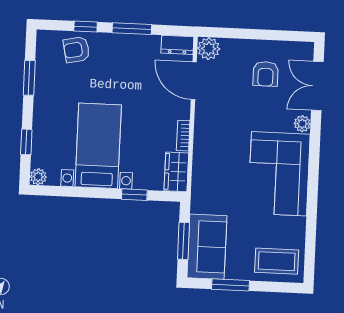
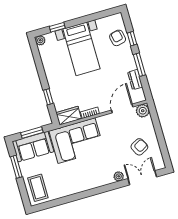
dresser: (177, 45) -> (135, 80), moved
armchair: (266, 74) -> (139, 147), turned 152
window: (29, 78) -> (93, 17), removed
bed with nightstands: (98, 146) -> (81, 49), moved, turned 90
corner sofa: (279, 174) -> (77, 141), moved, turned 180

